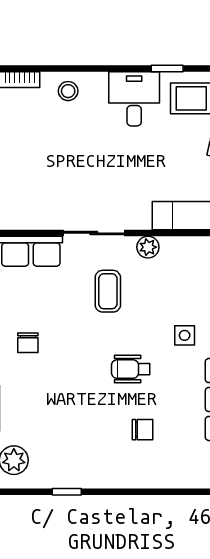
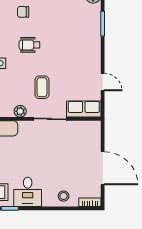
chair: (28, 343) -> (85, 59), removed
wheelchair: (131, 369) -> (29, 45), turned 180

